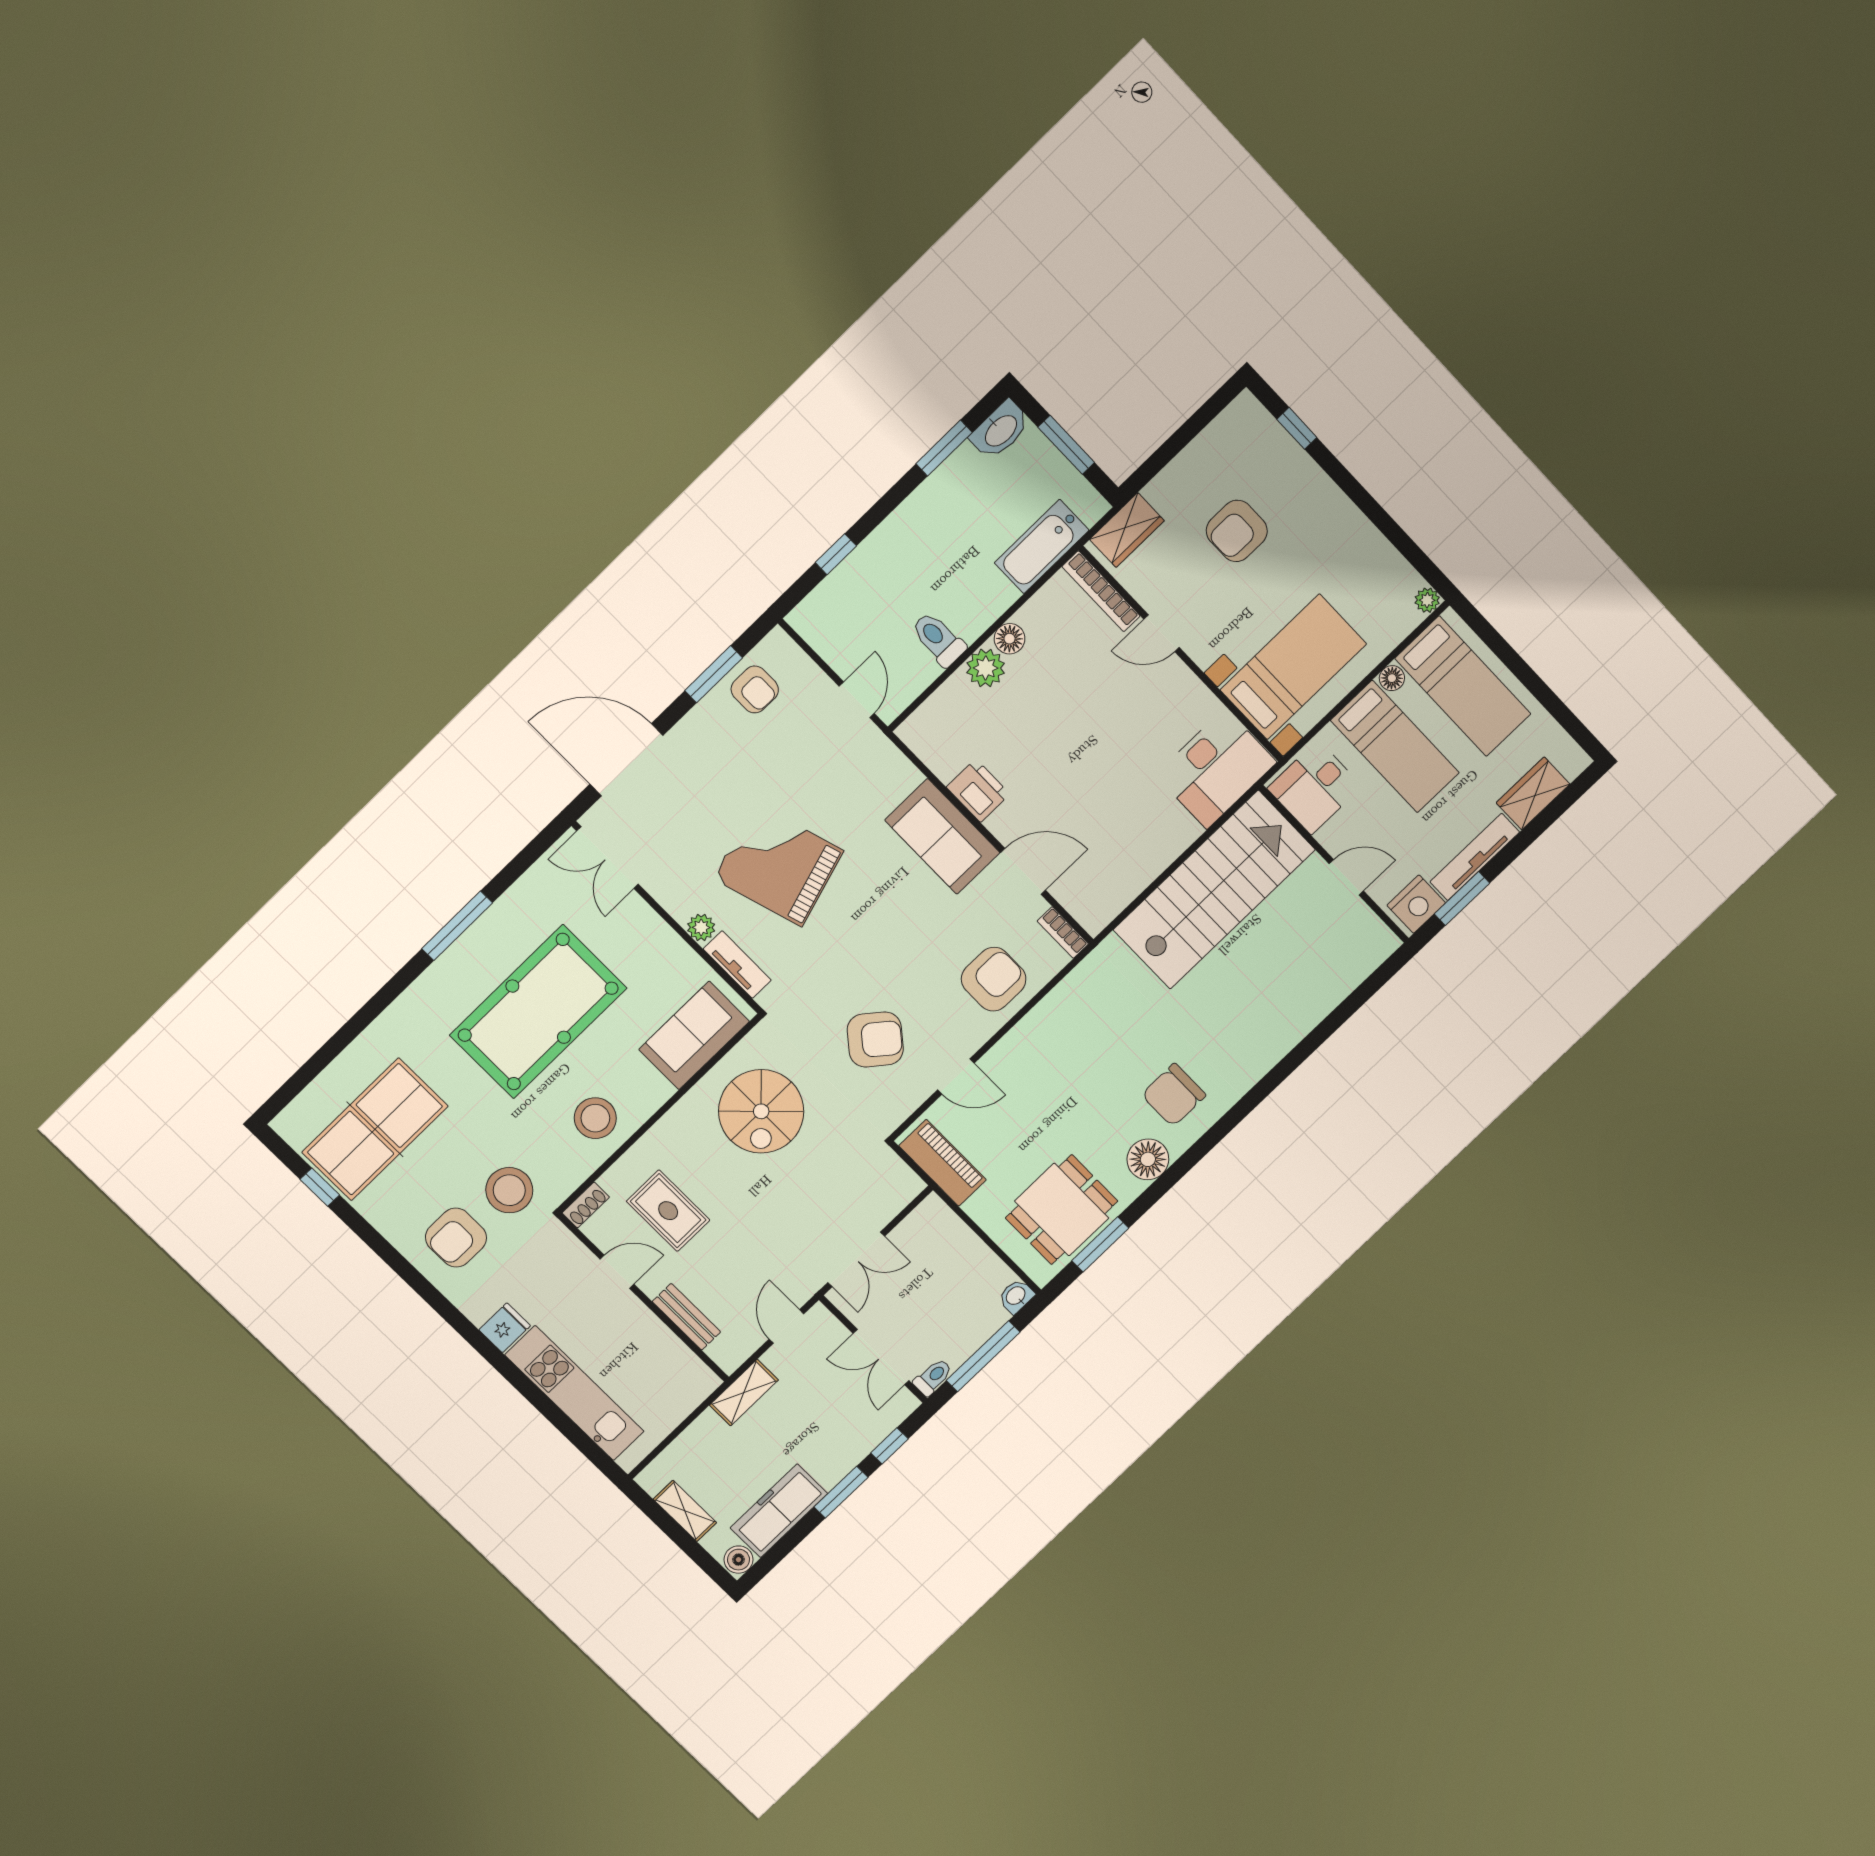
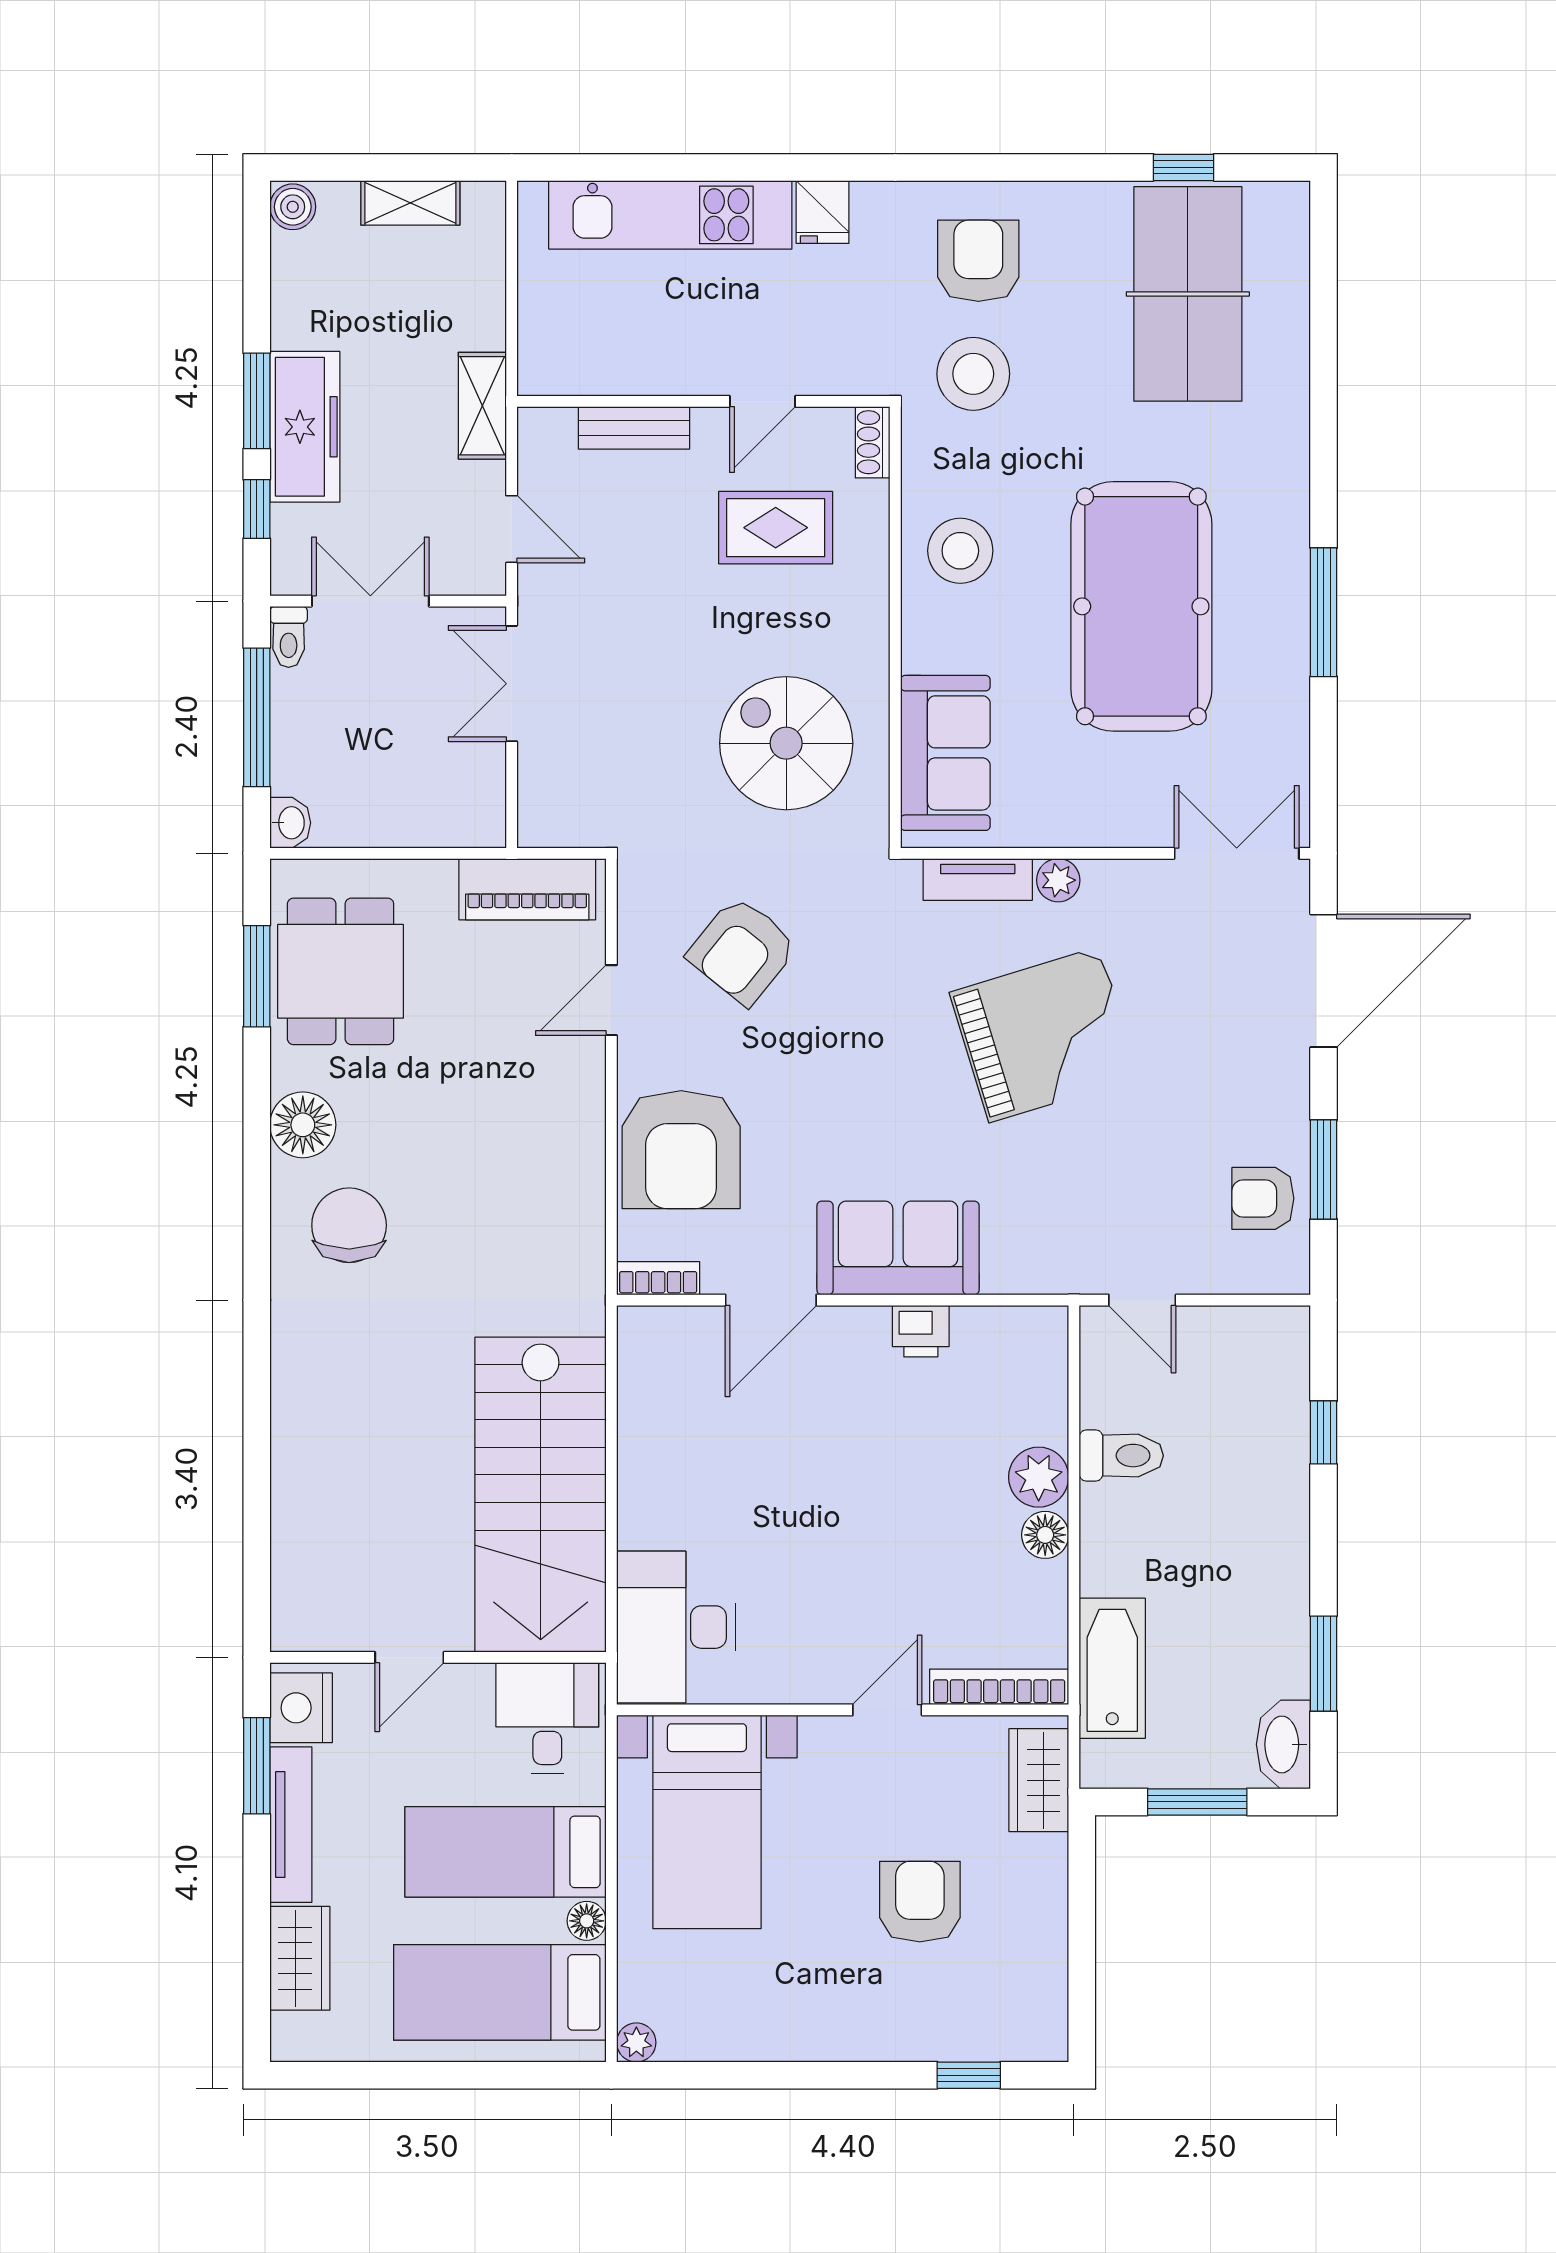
printer: (978, 791) -> (921, 1331), width x0.73, depth x0.81
armchair: (994, 979) -> (681, 1150), width x1.36, depth x1.36
freezer: (779, 1511) -> (305, 427), moved

